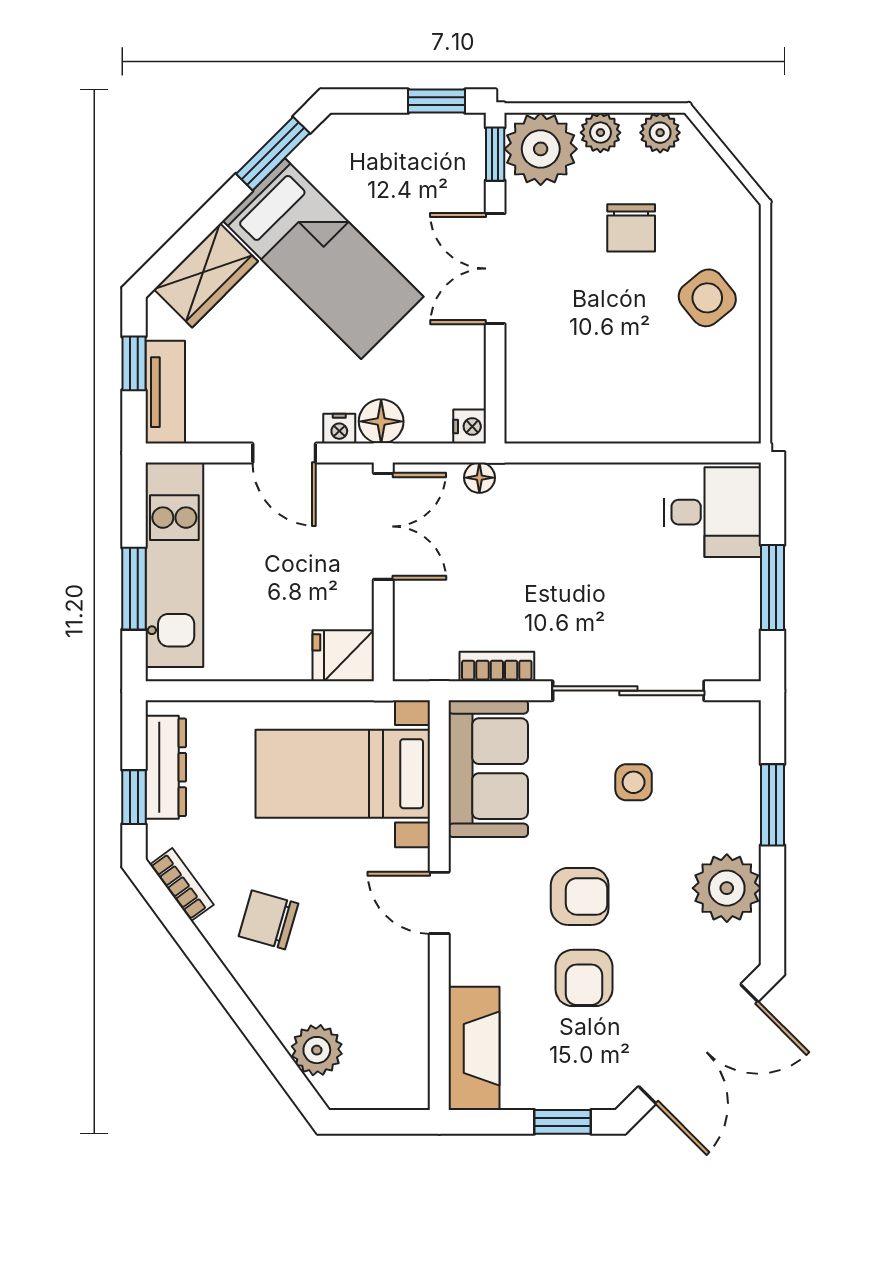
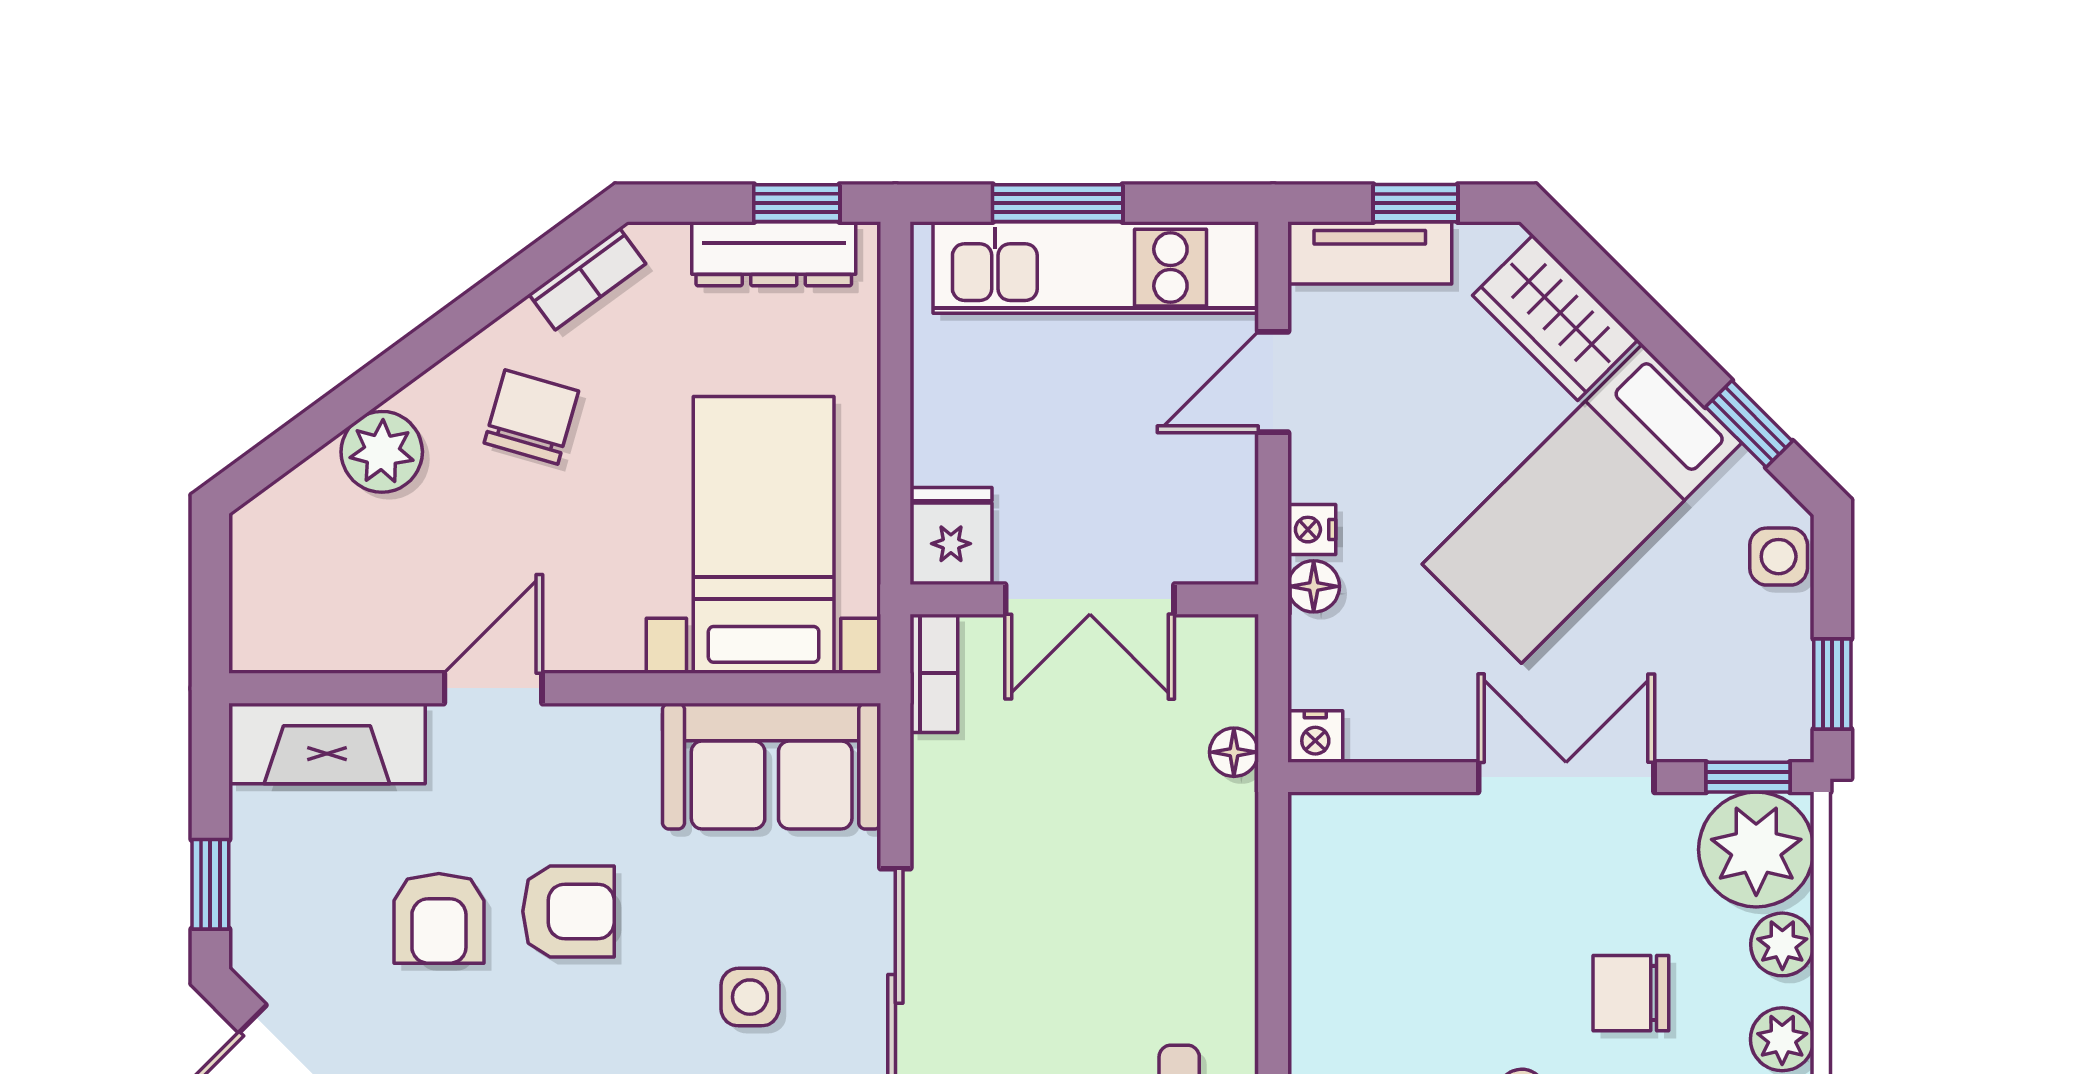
side table: (356, 135) -> (1779, 557), added
window: (273, 154) -> (1749, 424), width x0.67
floor lamp: (381, 421) -> (1314, 586), width x0.73, depth x0.73
door: (284, 453) -> (1273, 382), moved
double door: (383, 526) -> (1090, 599), moved
bookcase: (497, 666) -> (934, 673), moved
window: (134, 797) -> (797, 203), moved
armchair: (580, 896) -> (568, 911), turned -90
door: (439, 903) -> (493, 688), moved
armchair: (584, 978) -> (439, 918), turned -90
plant: (317, 1050) -> (382, 452), moved

